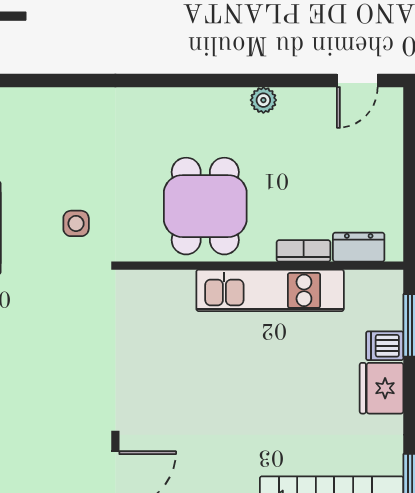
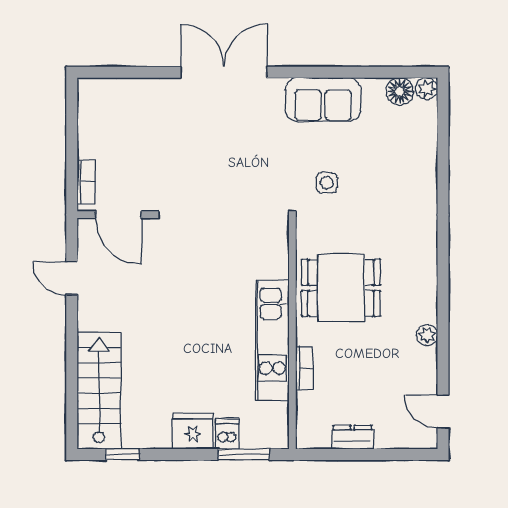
dresser: (359, 247) -> (353, 437), moved, turned -90

